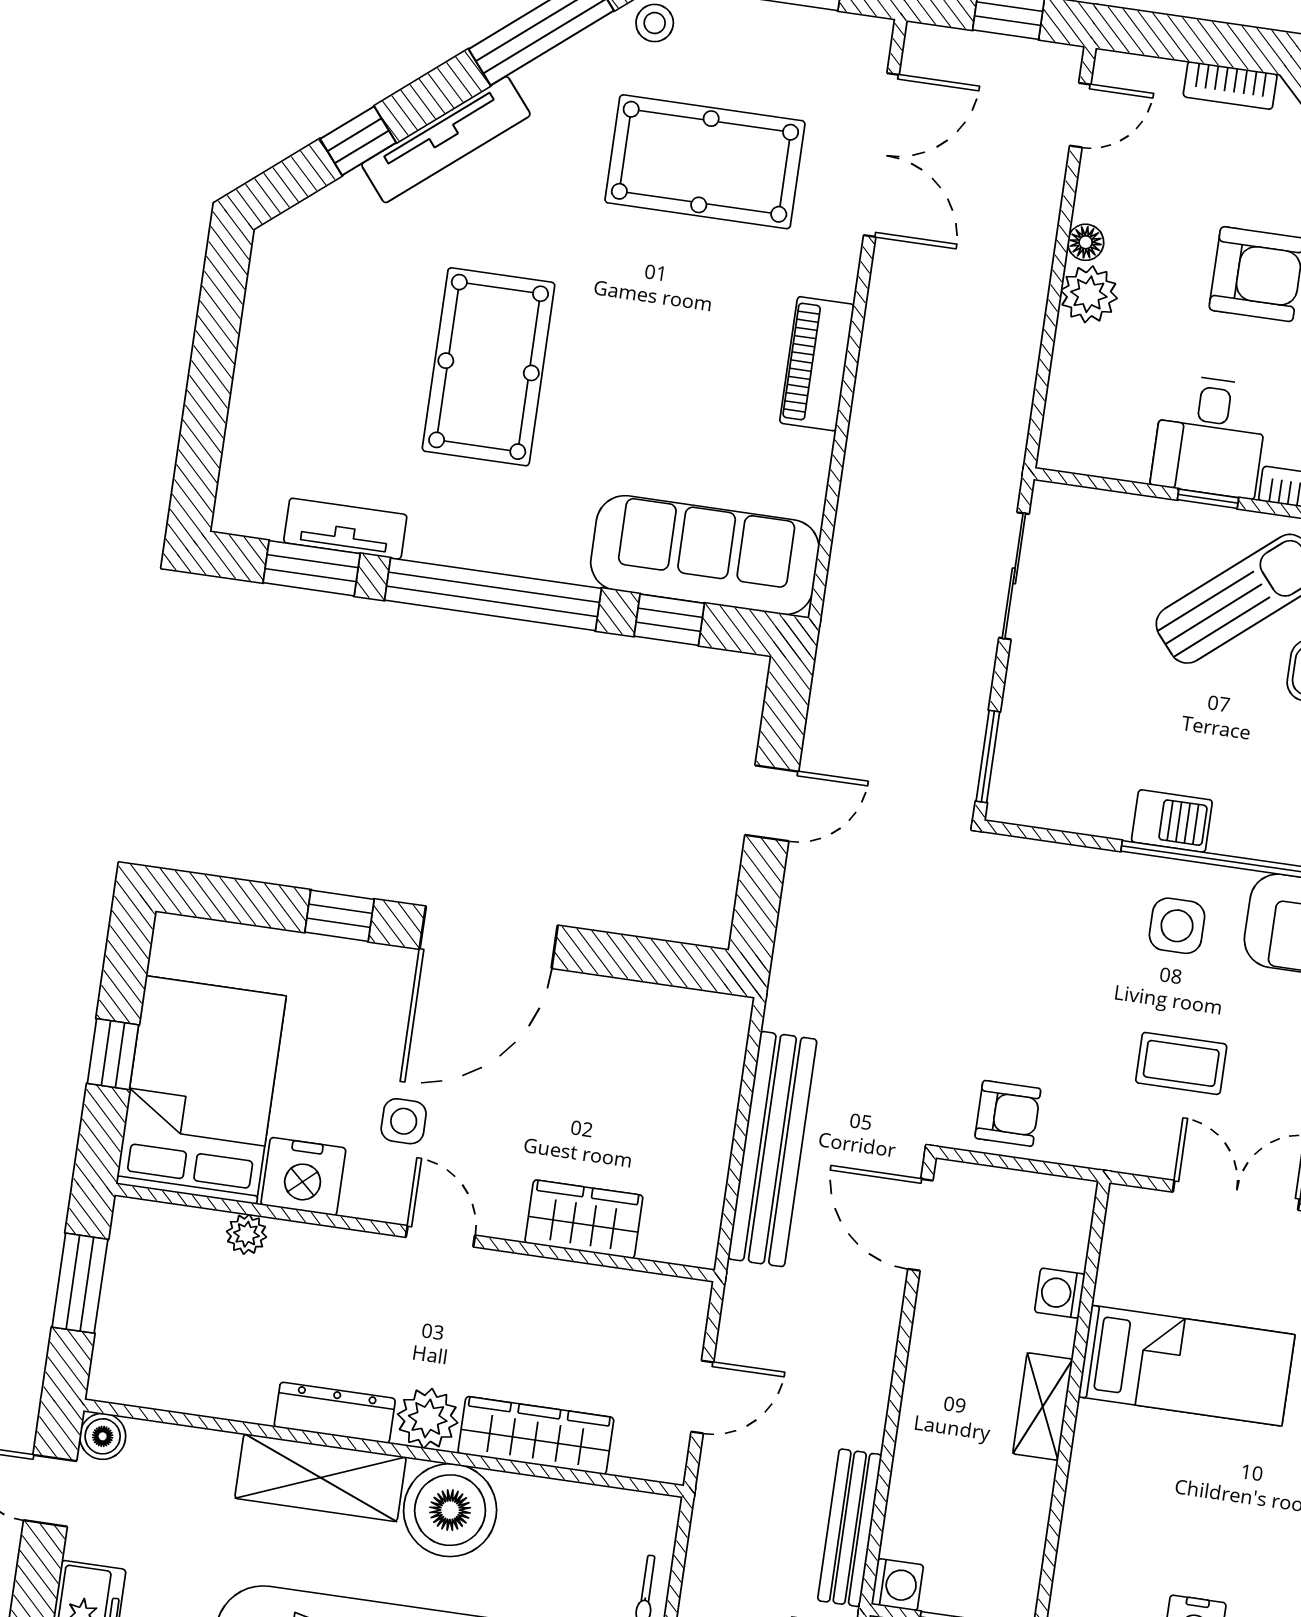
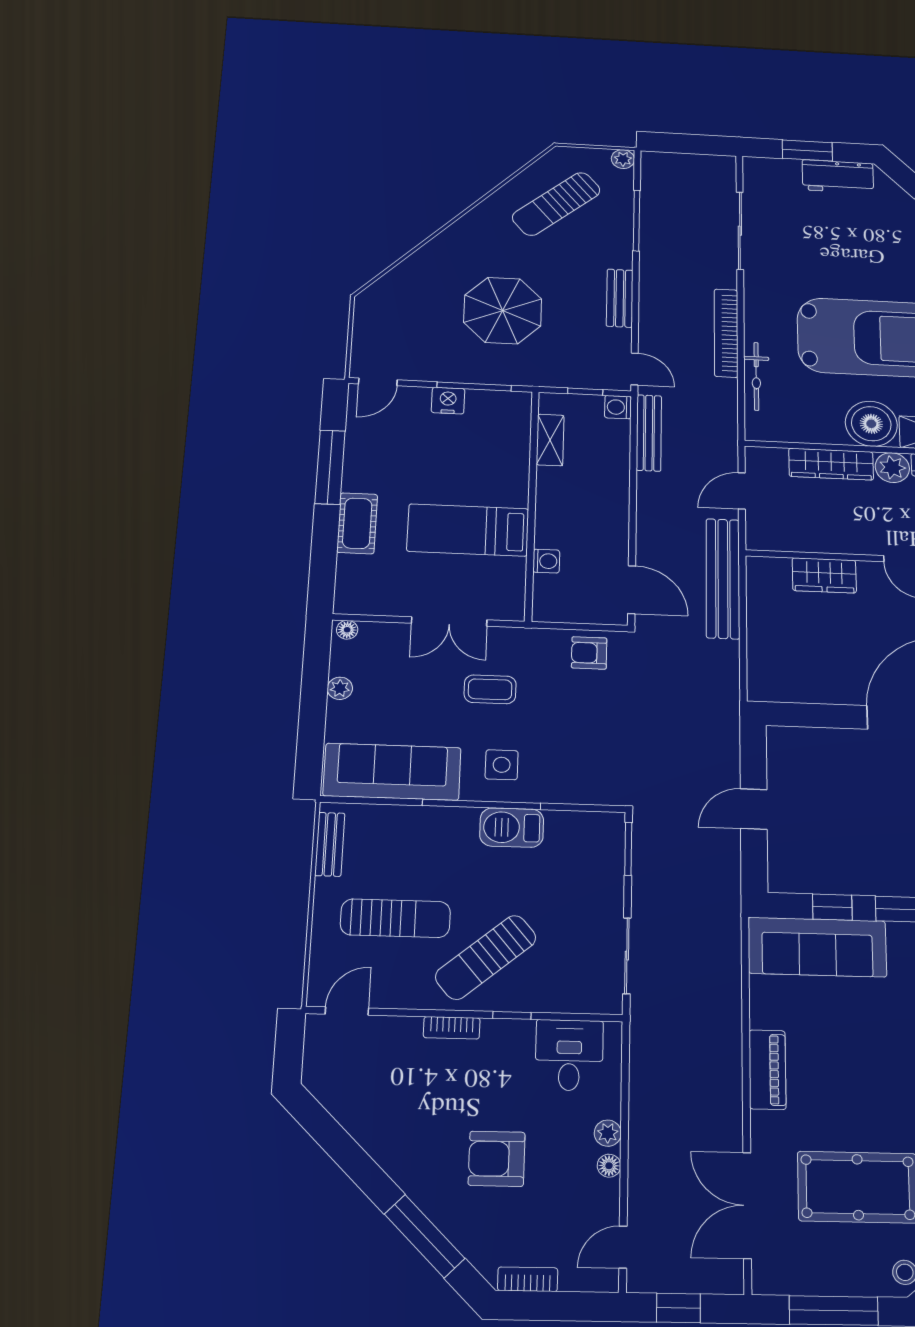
plant: (1089, 294) -> (608, 1133), width x0.73, depth x0.73
desk: (1210, 436) -> (569, 1055), moved
barbecue: (1172, 821) -> (512, 828), width x1.38, depth x1.27
bench: (772, 1149) -> (723, 578), moved
shelving: (1043, 1406) -> (550, 440), moved

